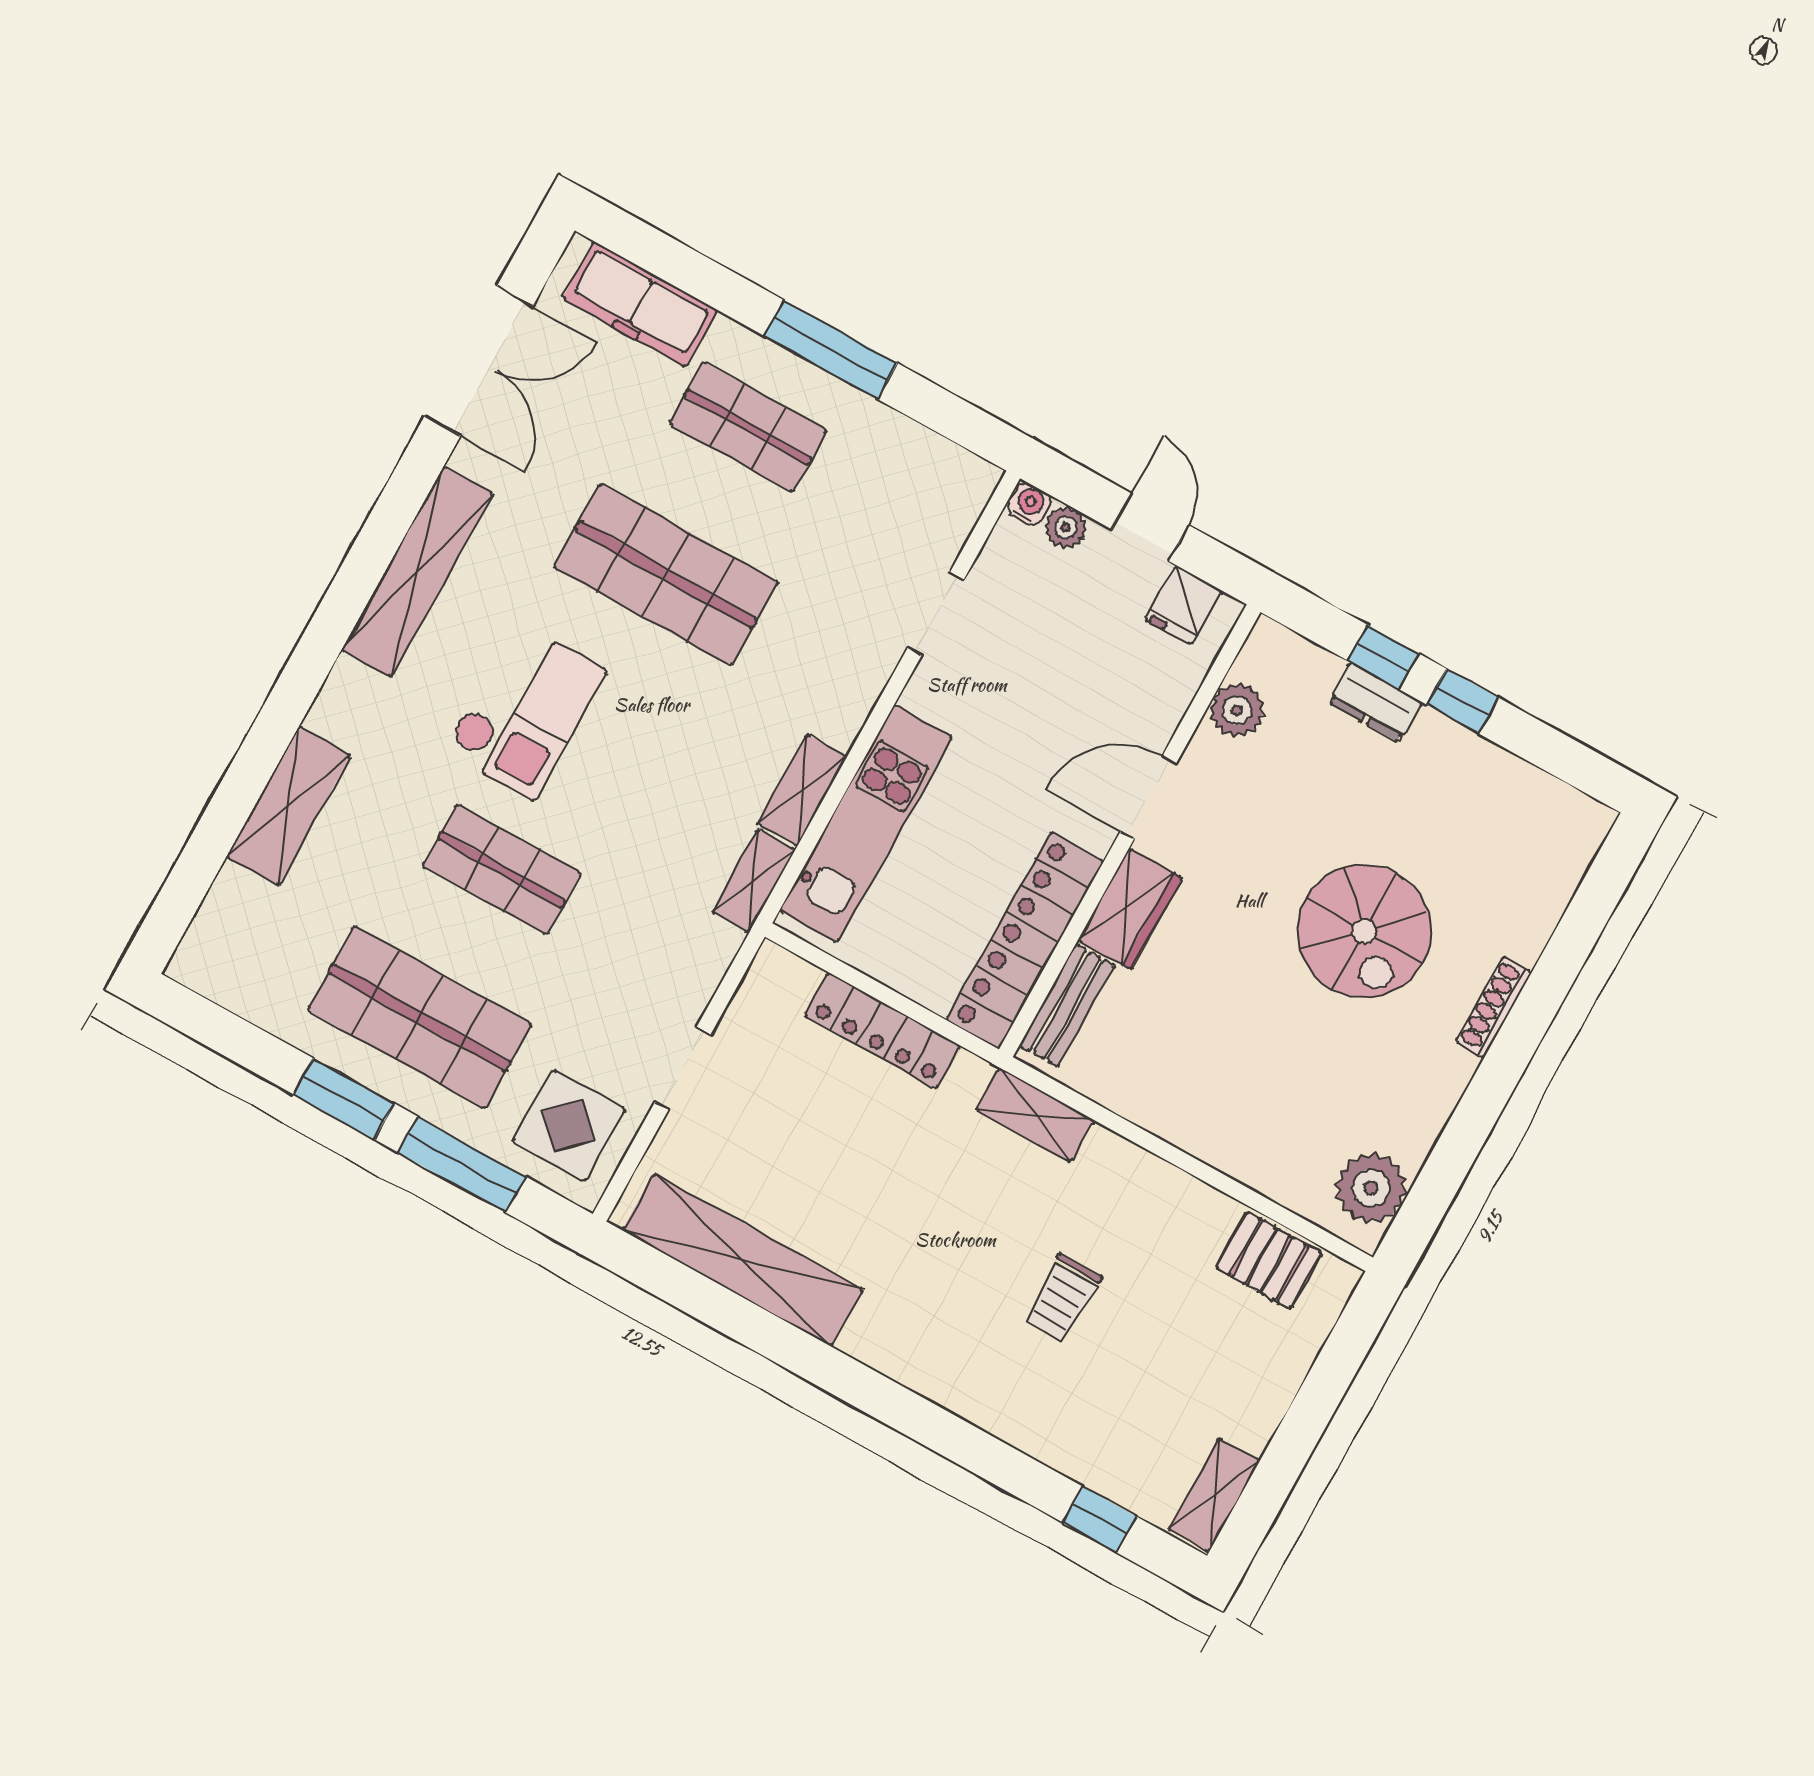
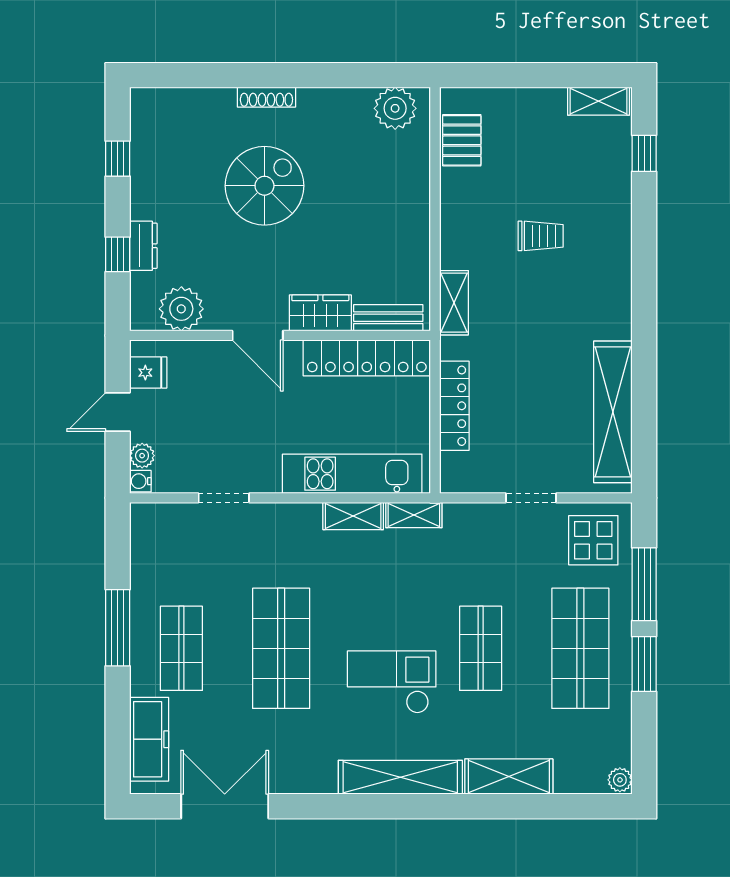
shelving: (417, 572) -> (400, 777), moved
window: (1463, 701) -> (118, 159), moved
plant: (1237, 710) -> (181, 309), width x1.36, depth x1.36
plant: (192, 968) -> (620, 780), added

